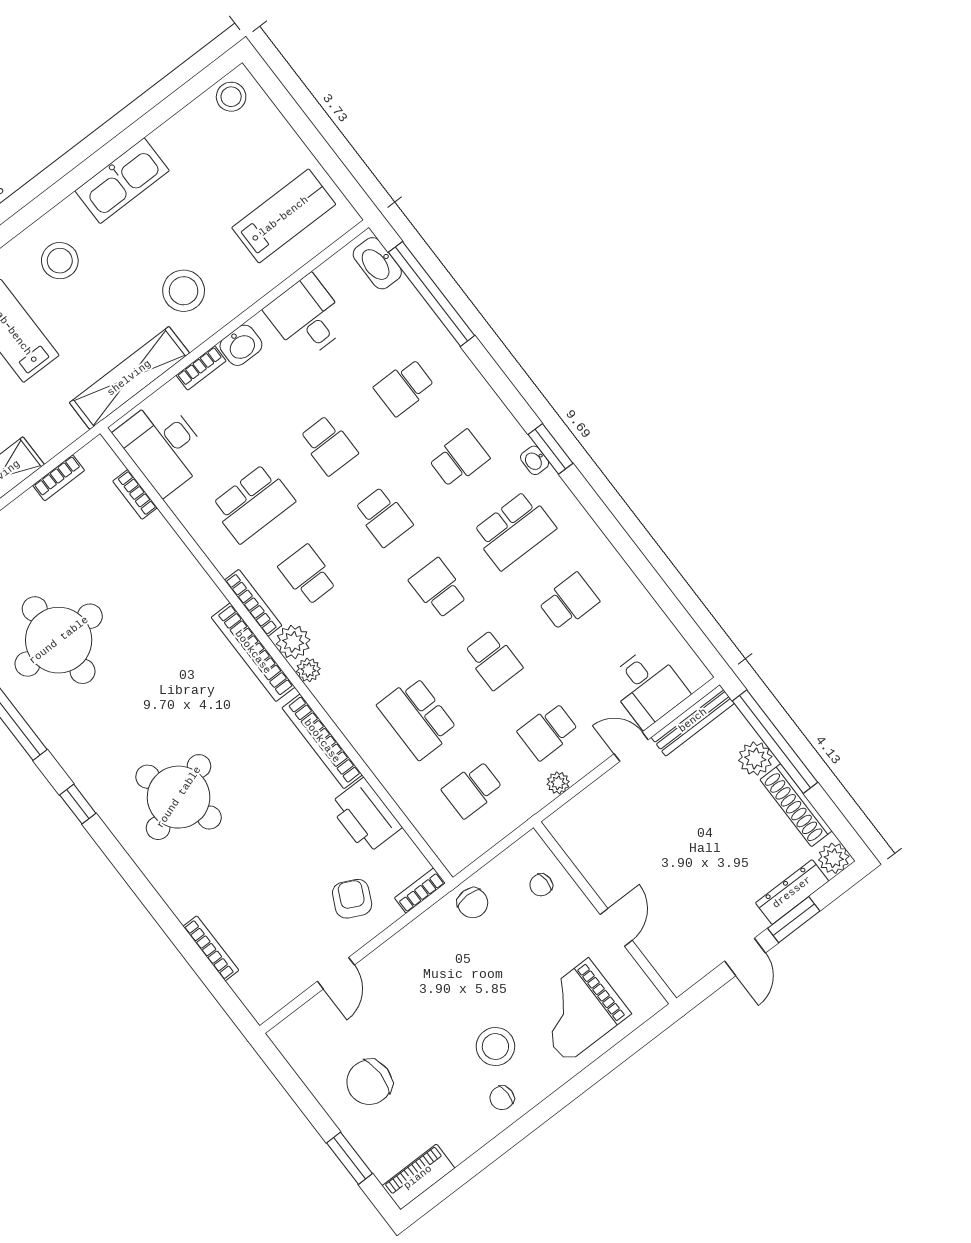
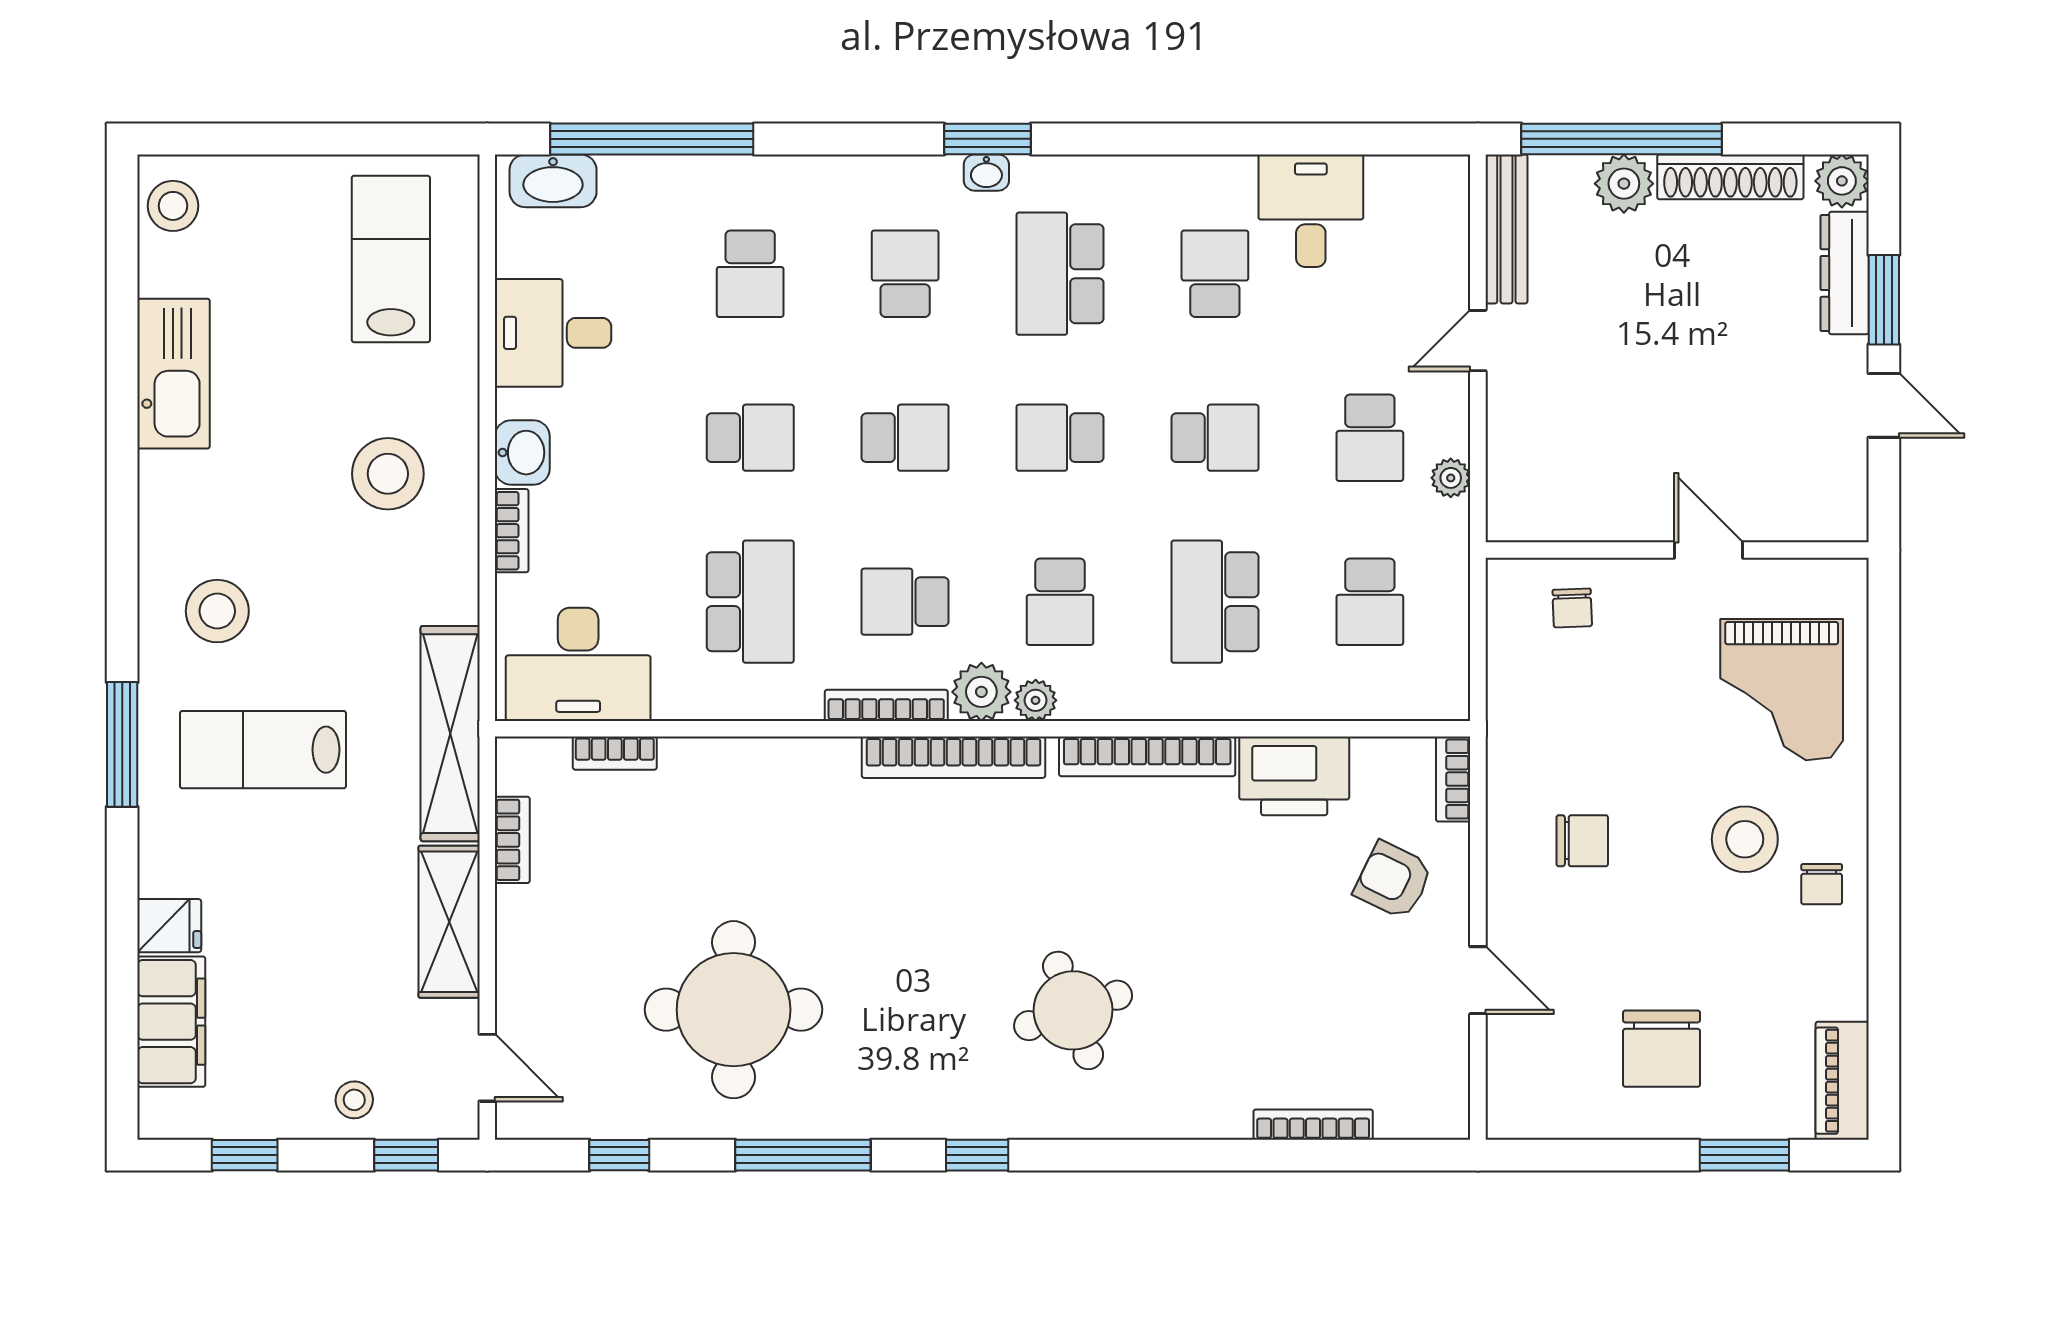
kitchen sink: (122, 181) -> (173, 374), moved
shelving: (129, 378) -> (450, 734), moved
school desk: (514, 530) -> (1060, 274), turned 180
school desk: (363, 646) -> (1060, 602), added
desk: (648, 687) -> (1311, 211), moved, turned -90
school desk: (417, 718) -> (1215, 602), turned 90
round table: (179, 797) -> (1073, 1010), width x0.73, depth x0.73
chair: (473, 903) -> (1582, 841), moved

